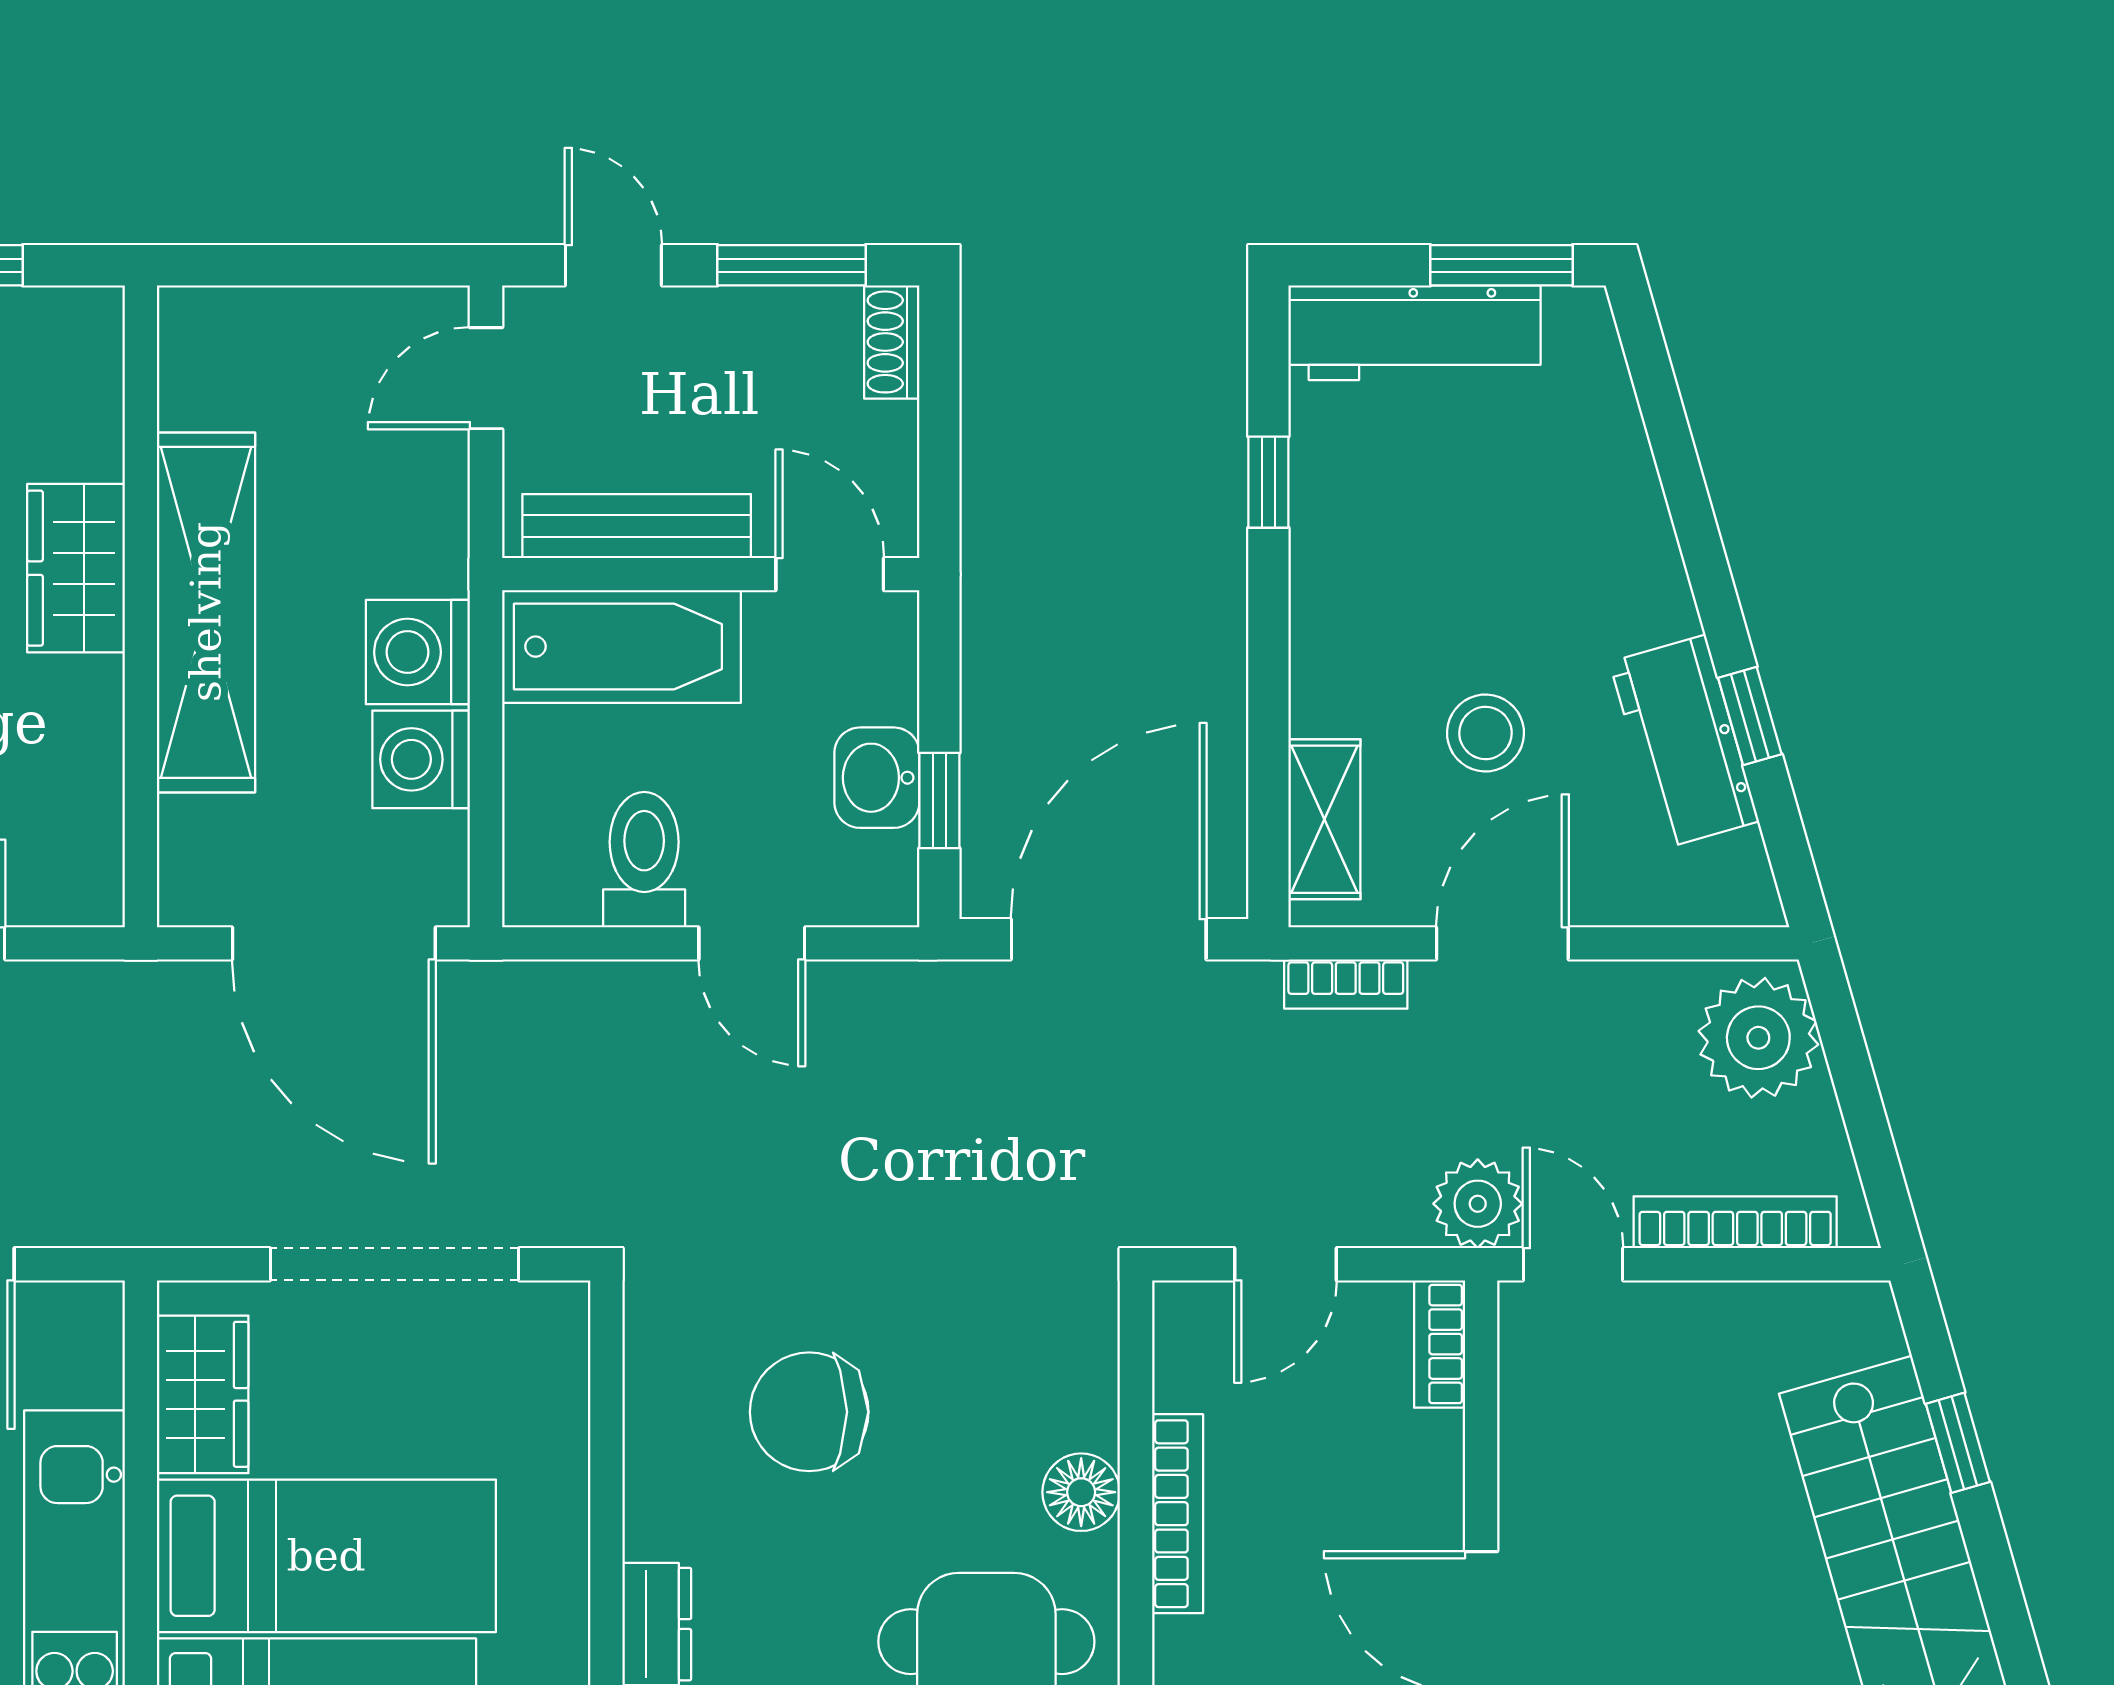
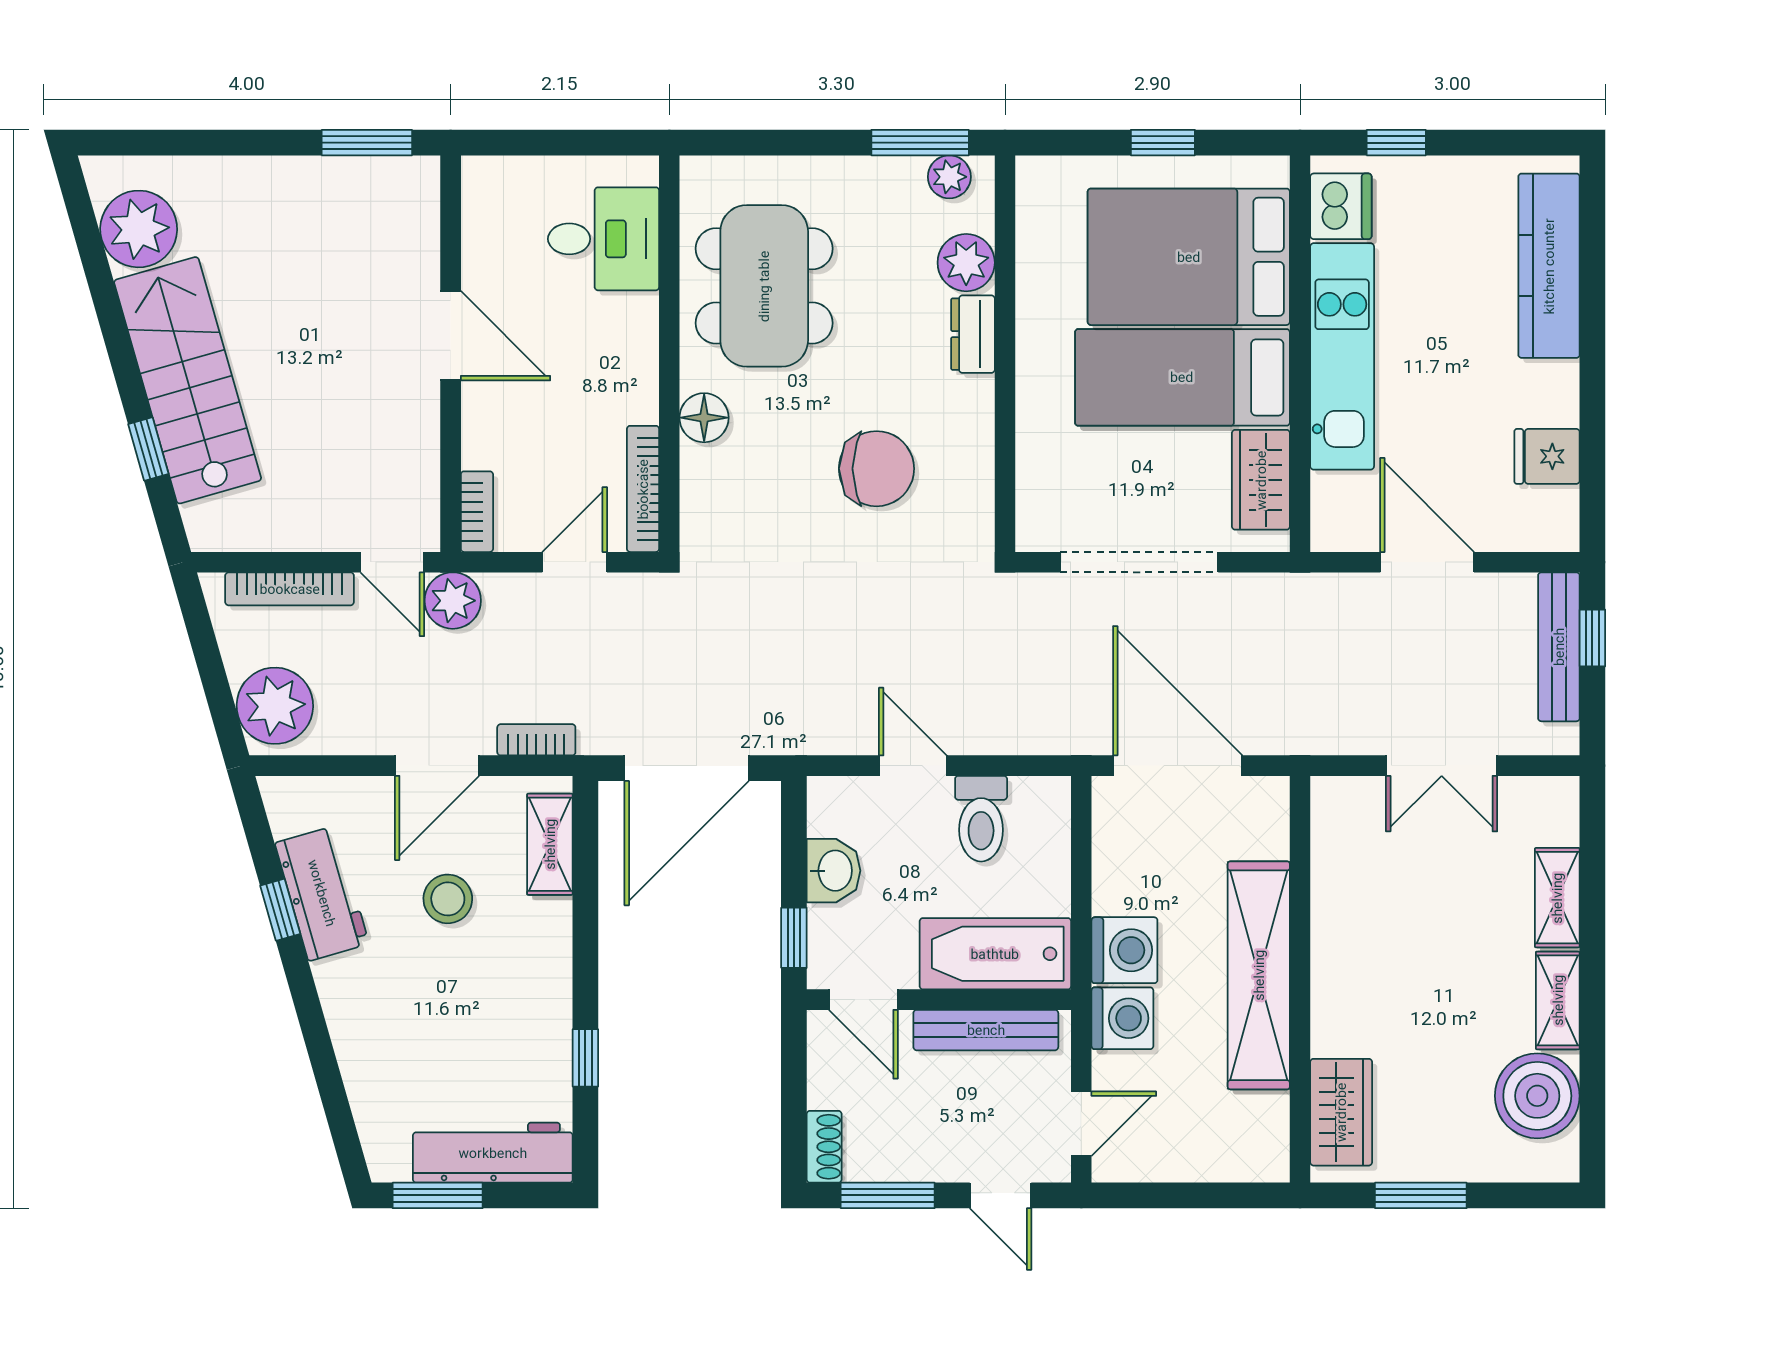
wardrobe: (76, 568) -> (1341, 1112), moved
washing machine: (421, 759) -> (1122, 1018), moved
window: (939, 800) -> (794, 938), moved
bookcase: (1178, 1514) -> (643, 489), moved

